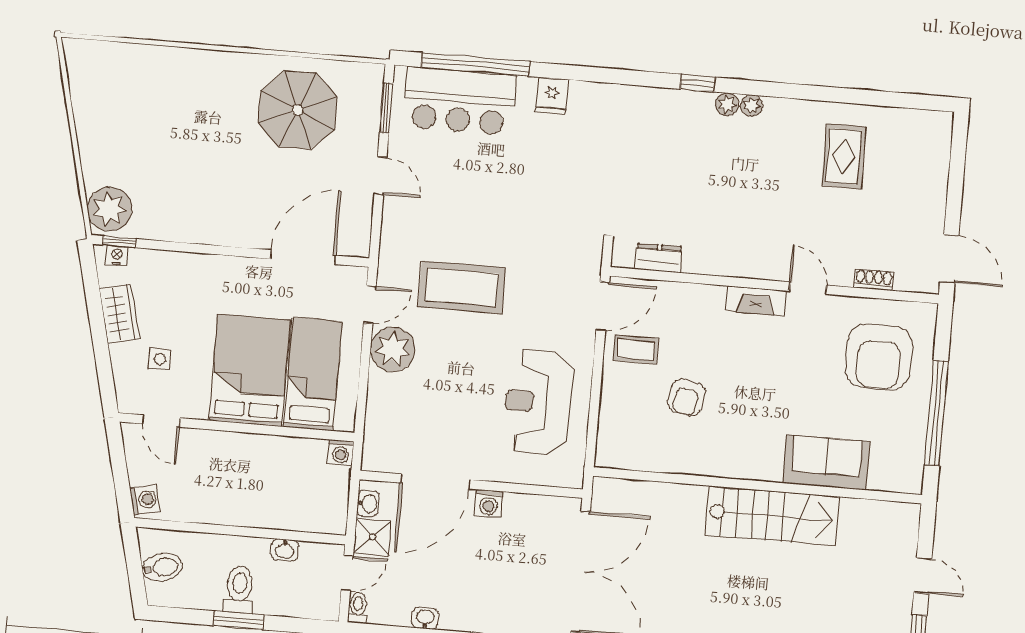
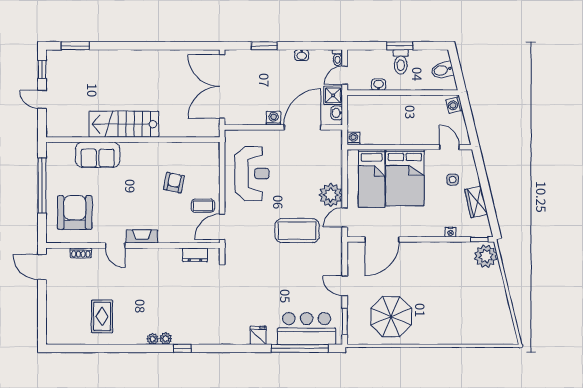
nightstand: (117, 255) -> (451, 232), moved

